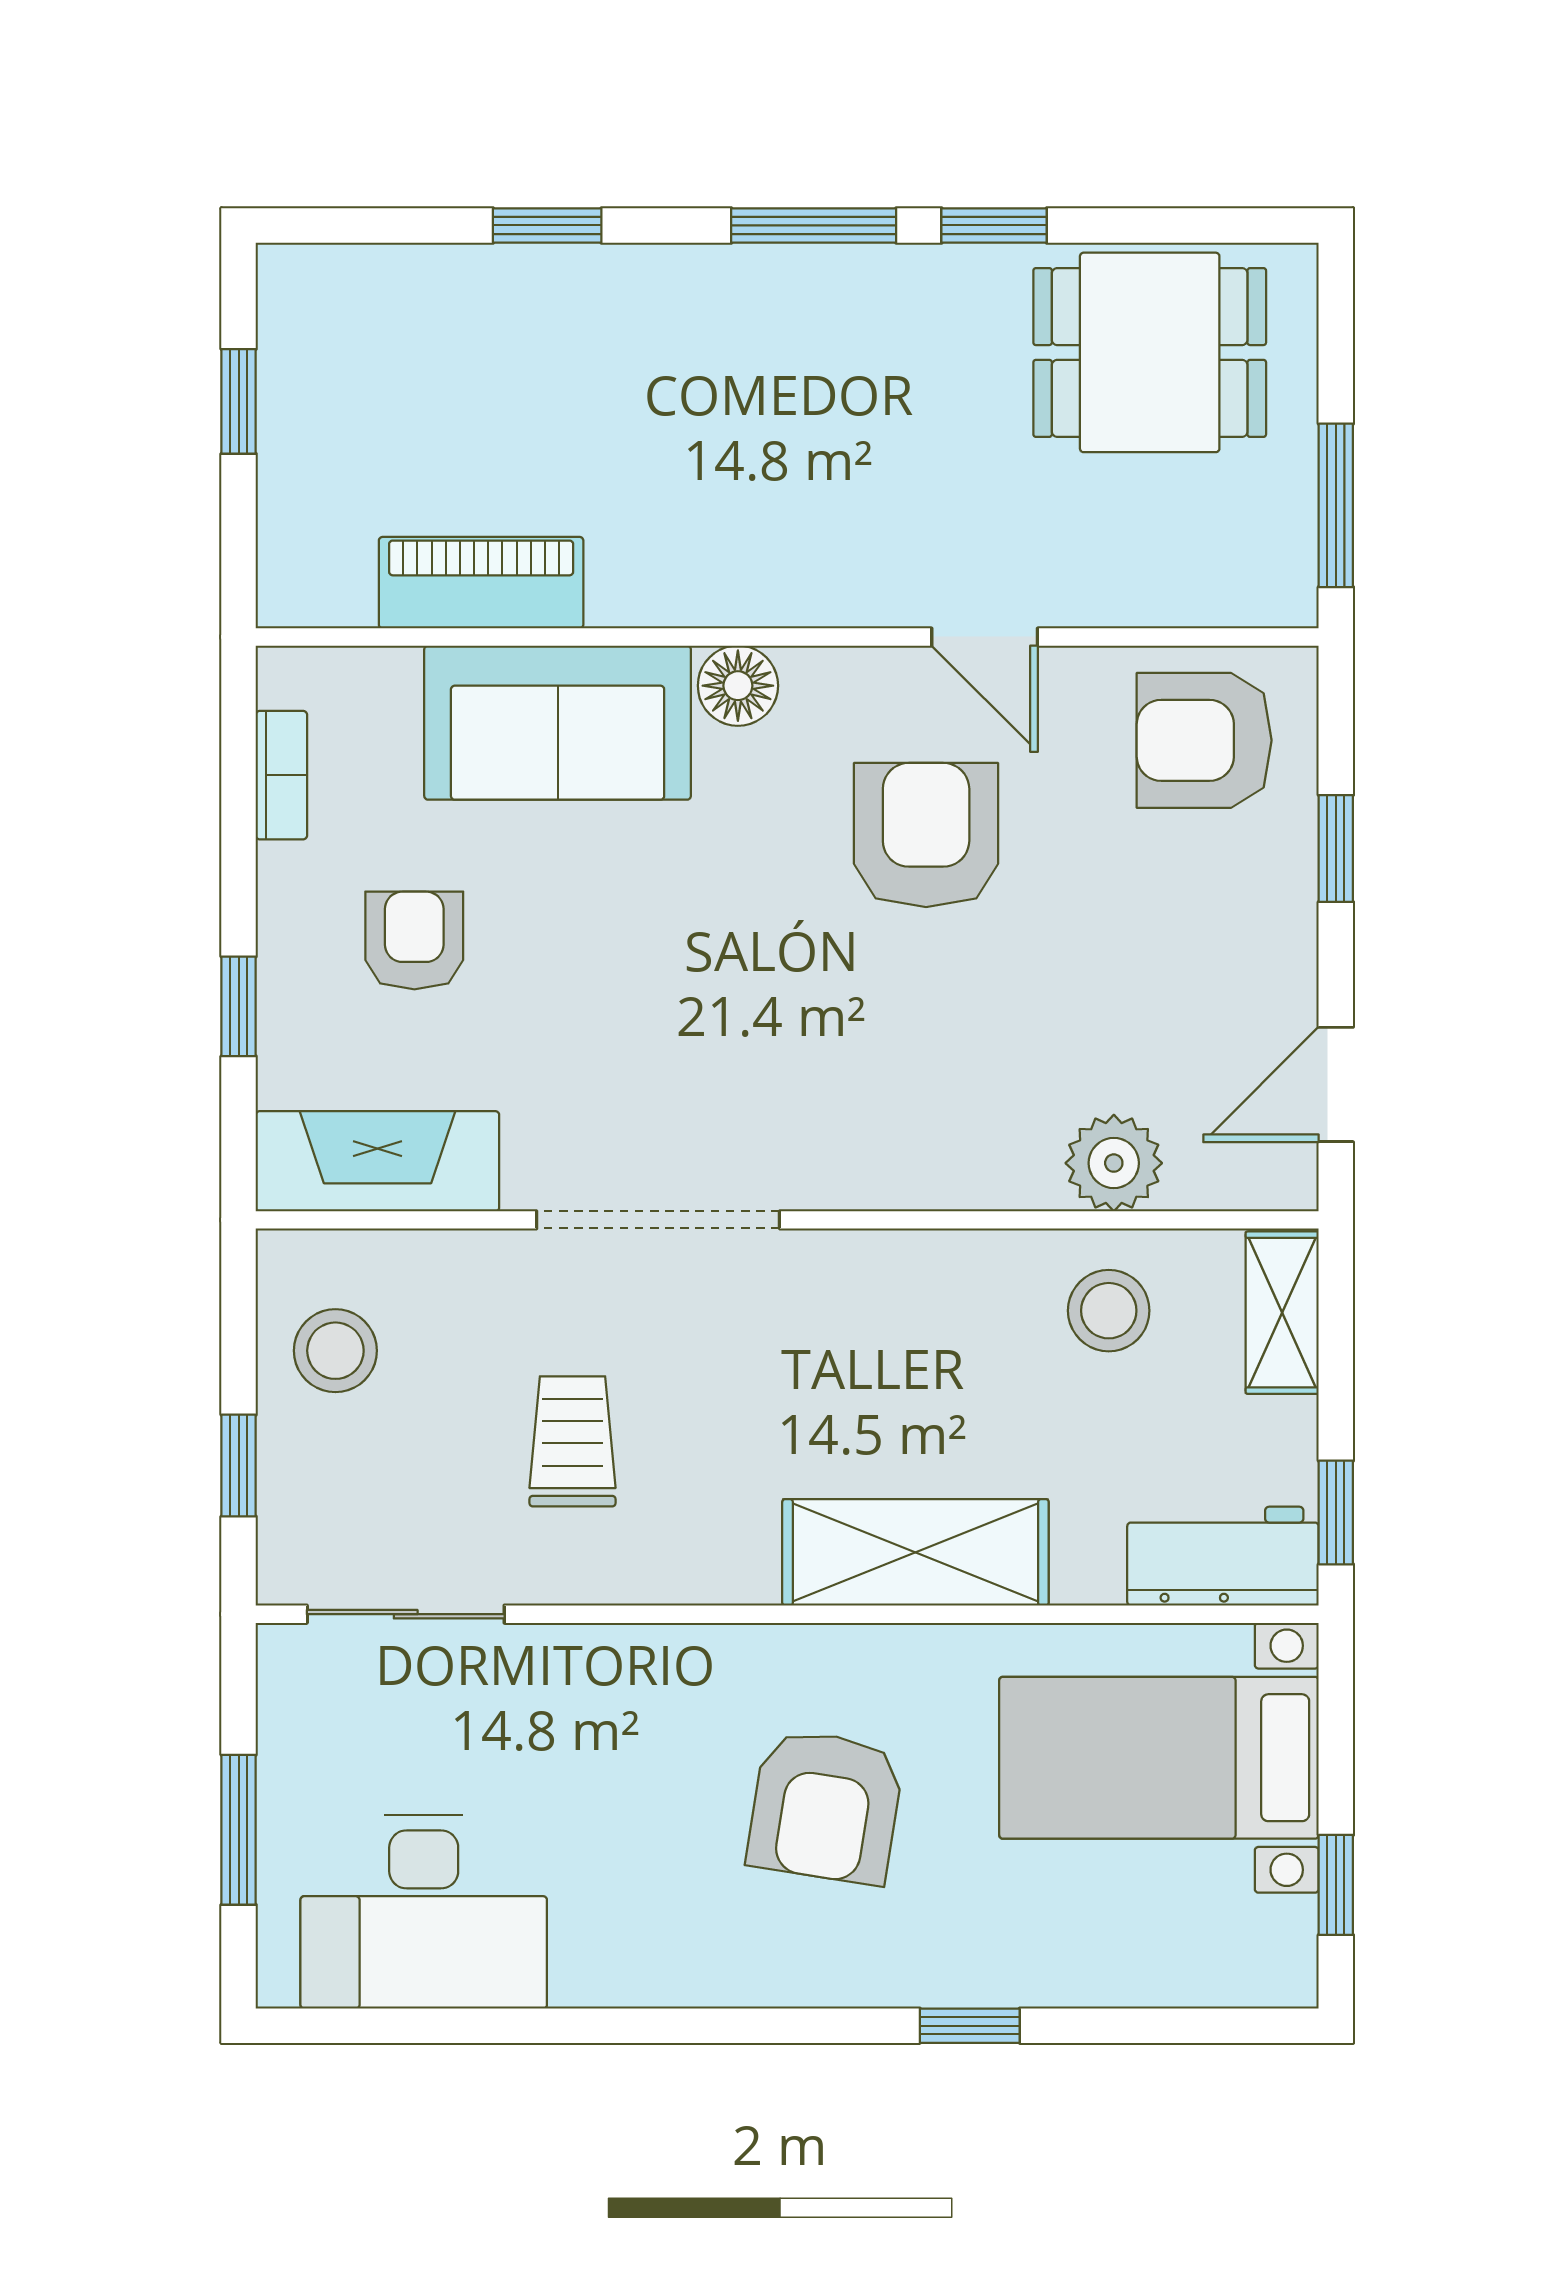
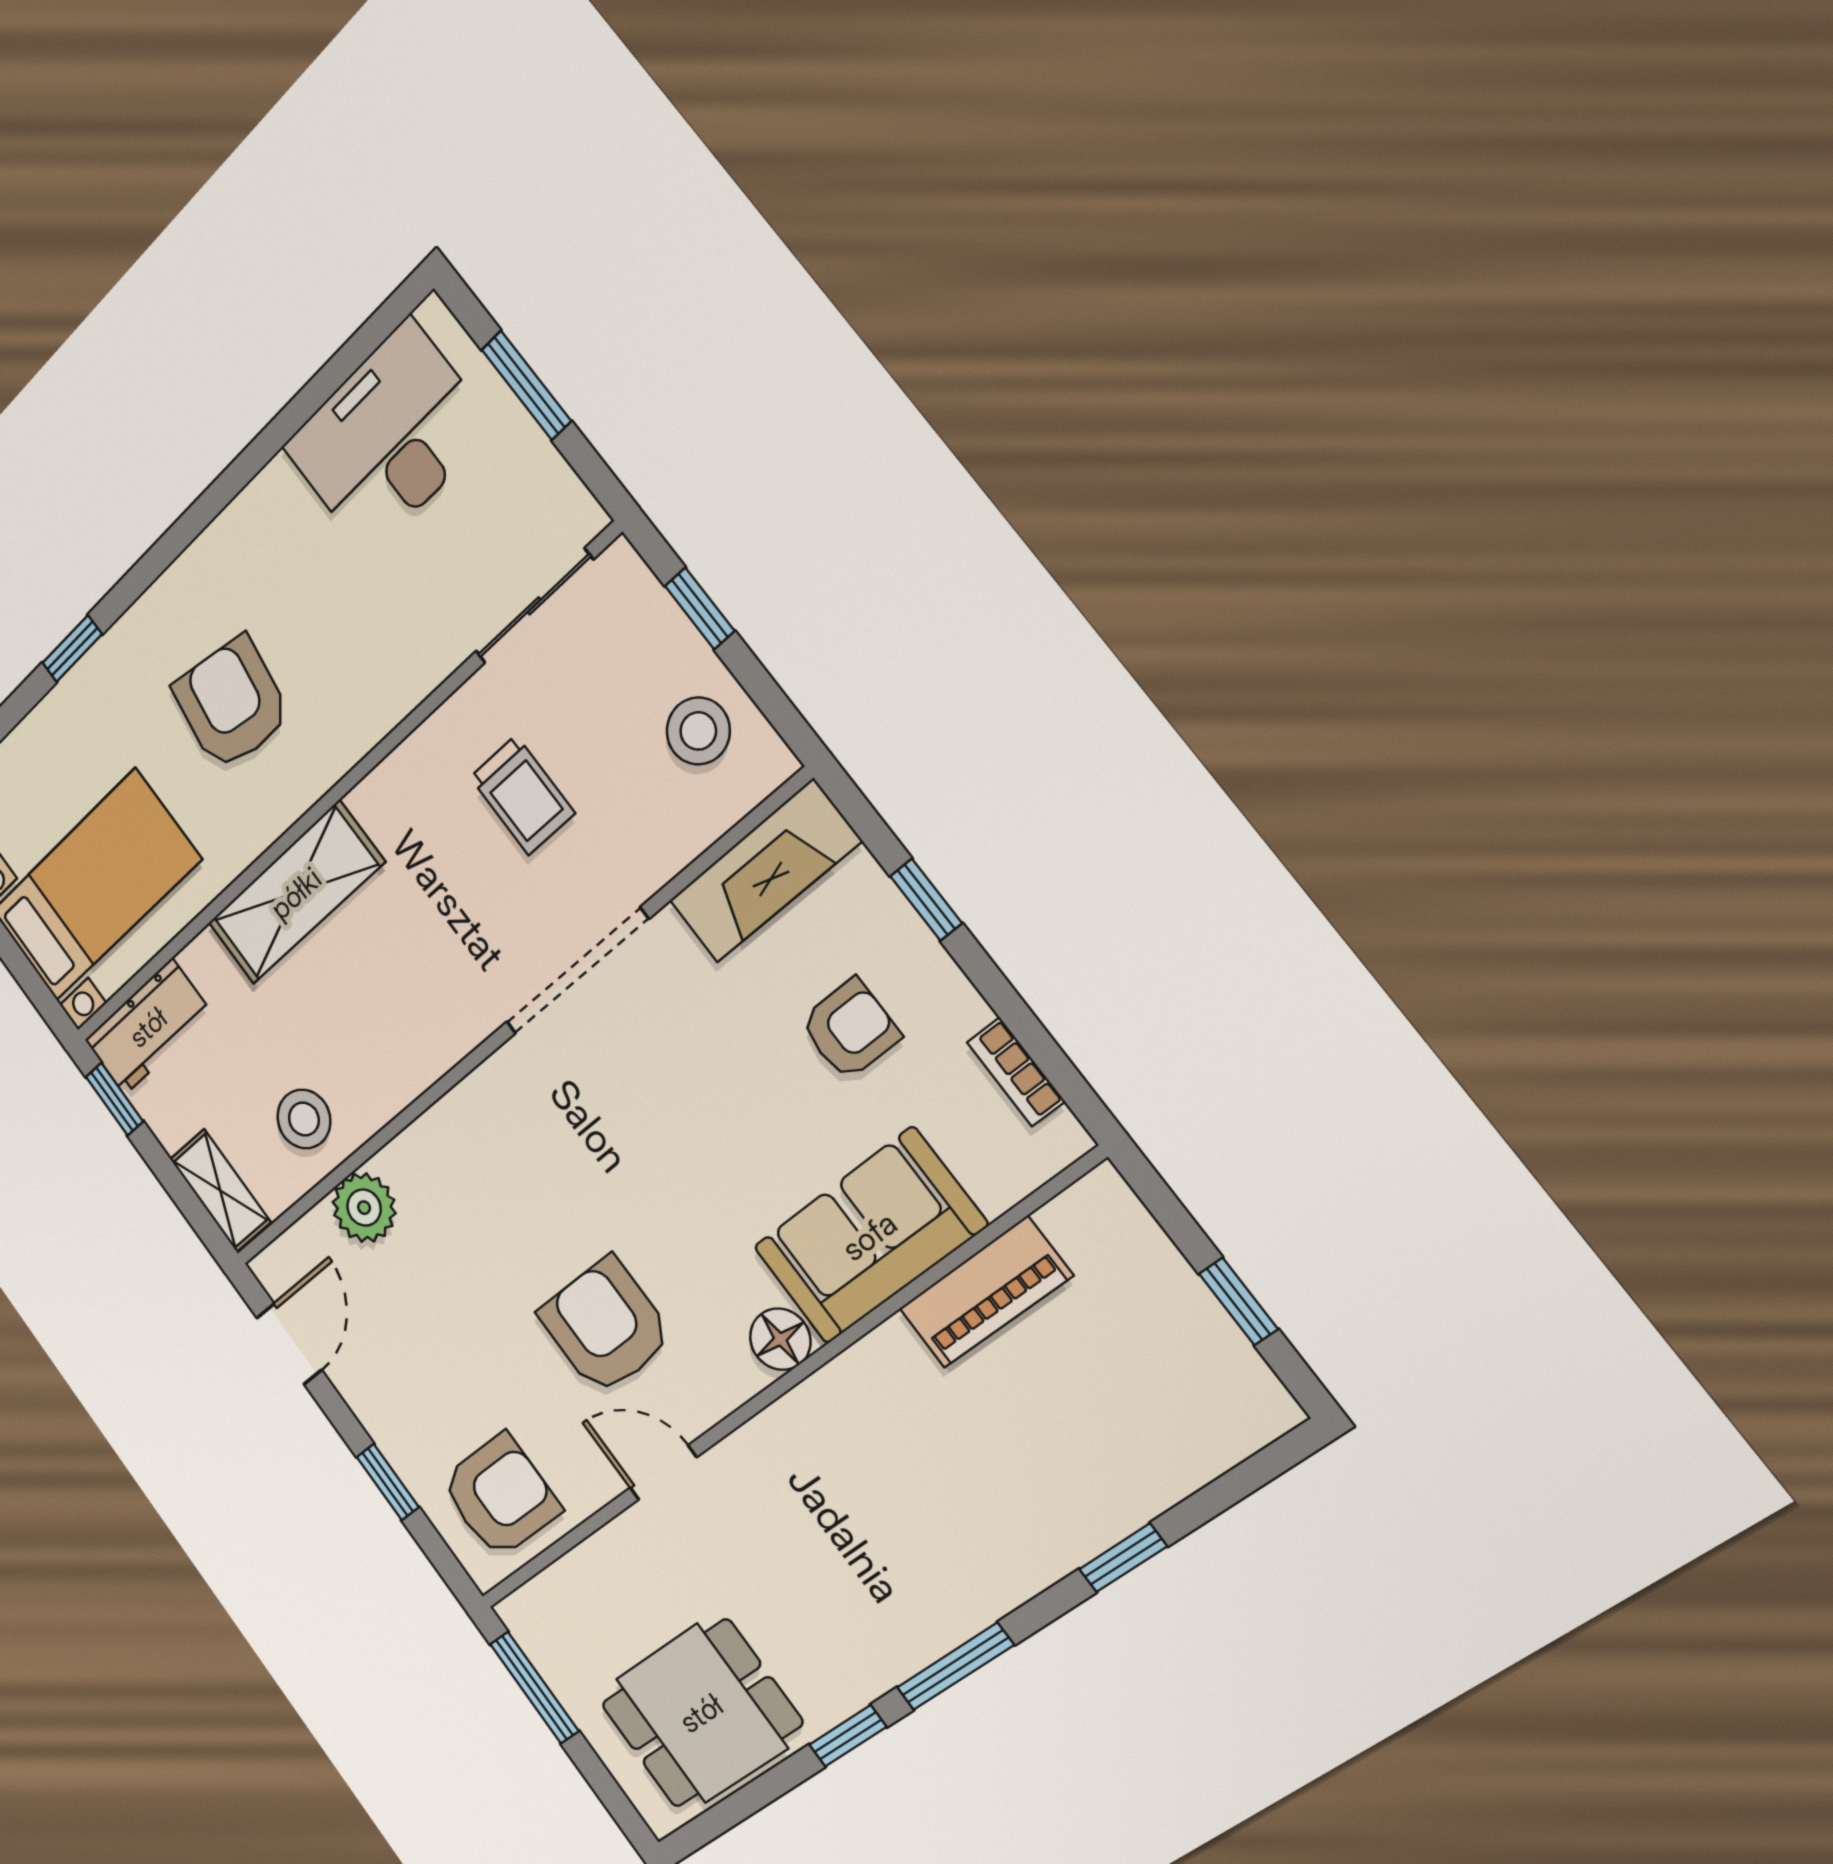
armchair: (926, 835) -> (606, 1326), turned 180
armchair: (414, 940) -> (850, 1029), turned -90

